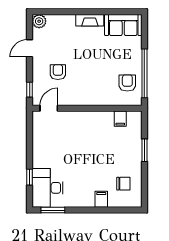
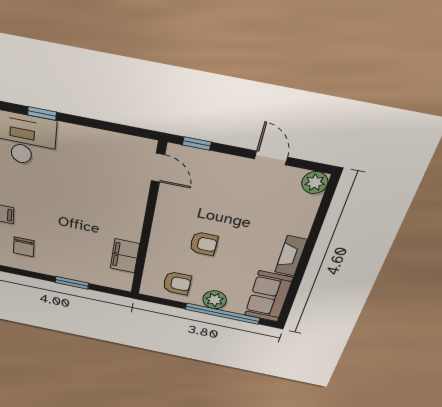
plant: (134, 57) -> (215, 300), added
armchair: (58, 72) -> (204, 244), moved
window: (144, 73) -> (222, 314), moved
filing cabinet: (120, 119) -> (125, 256), width x2.00

